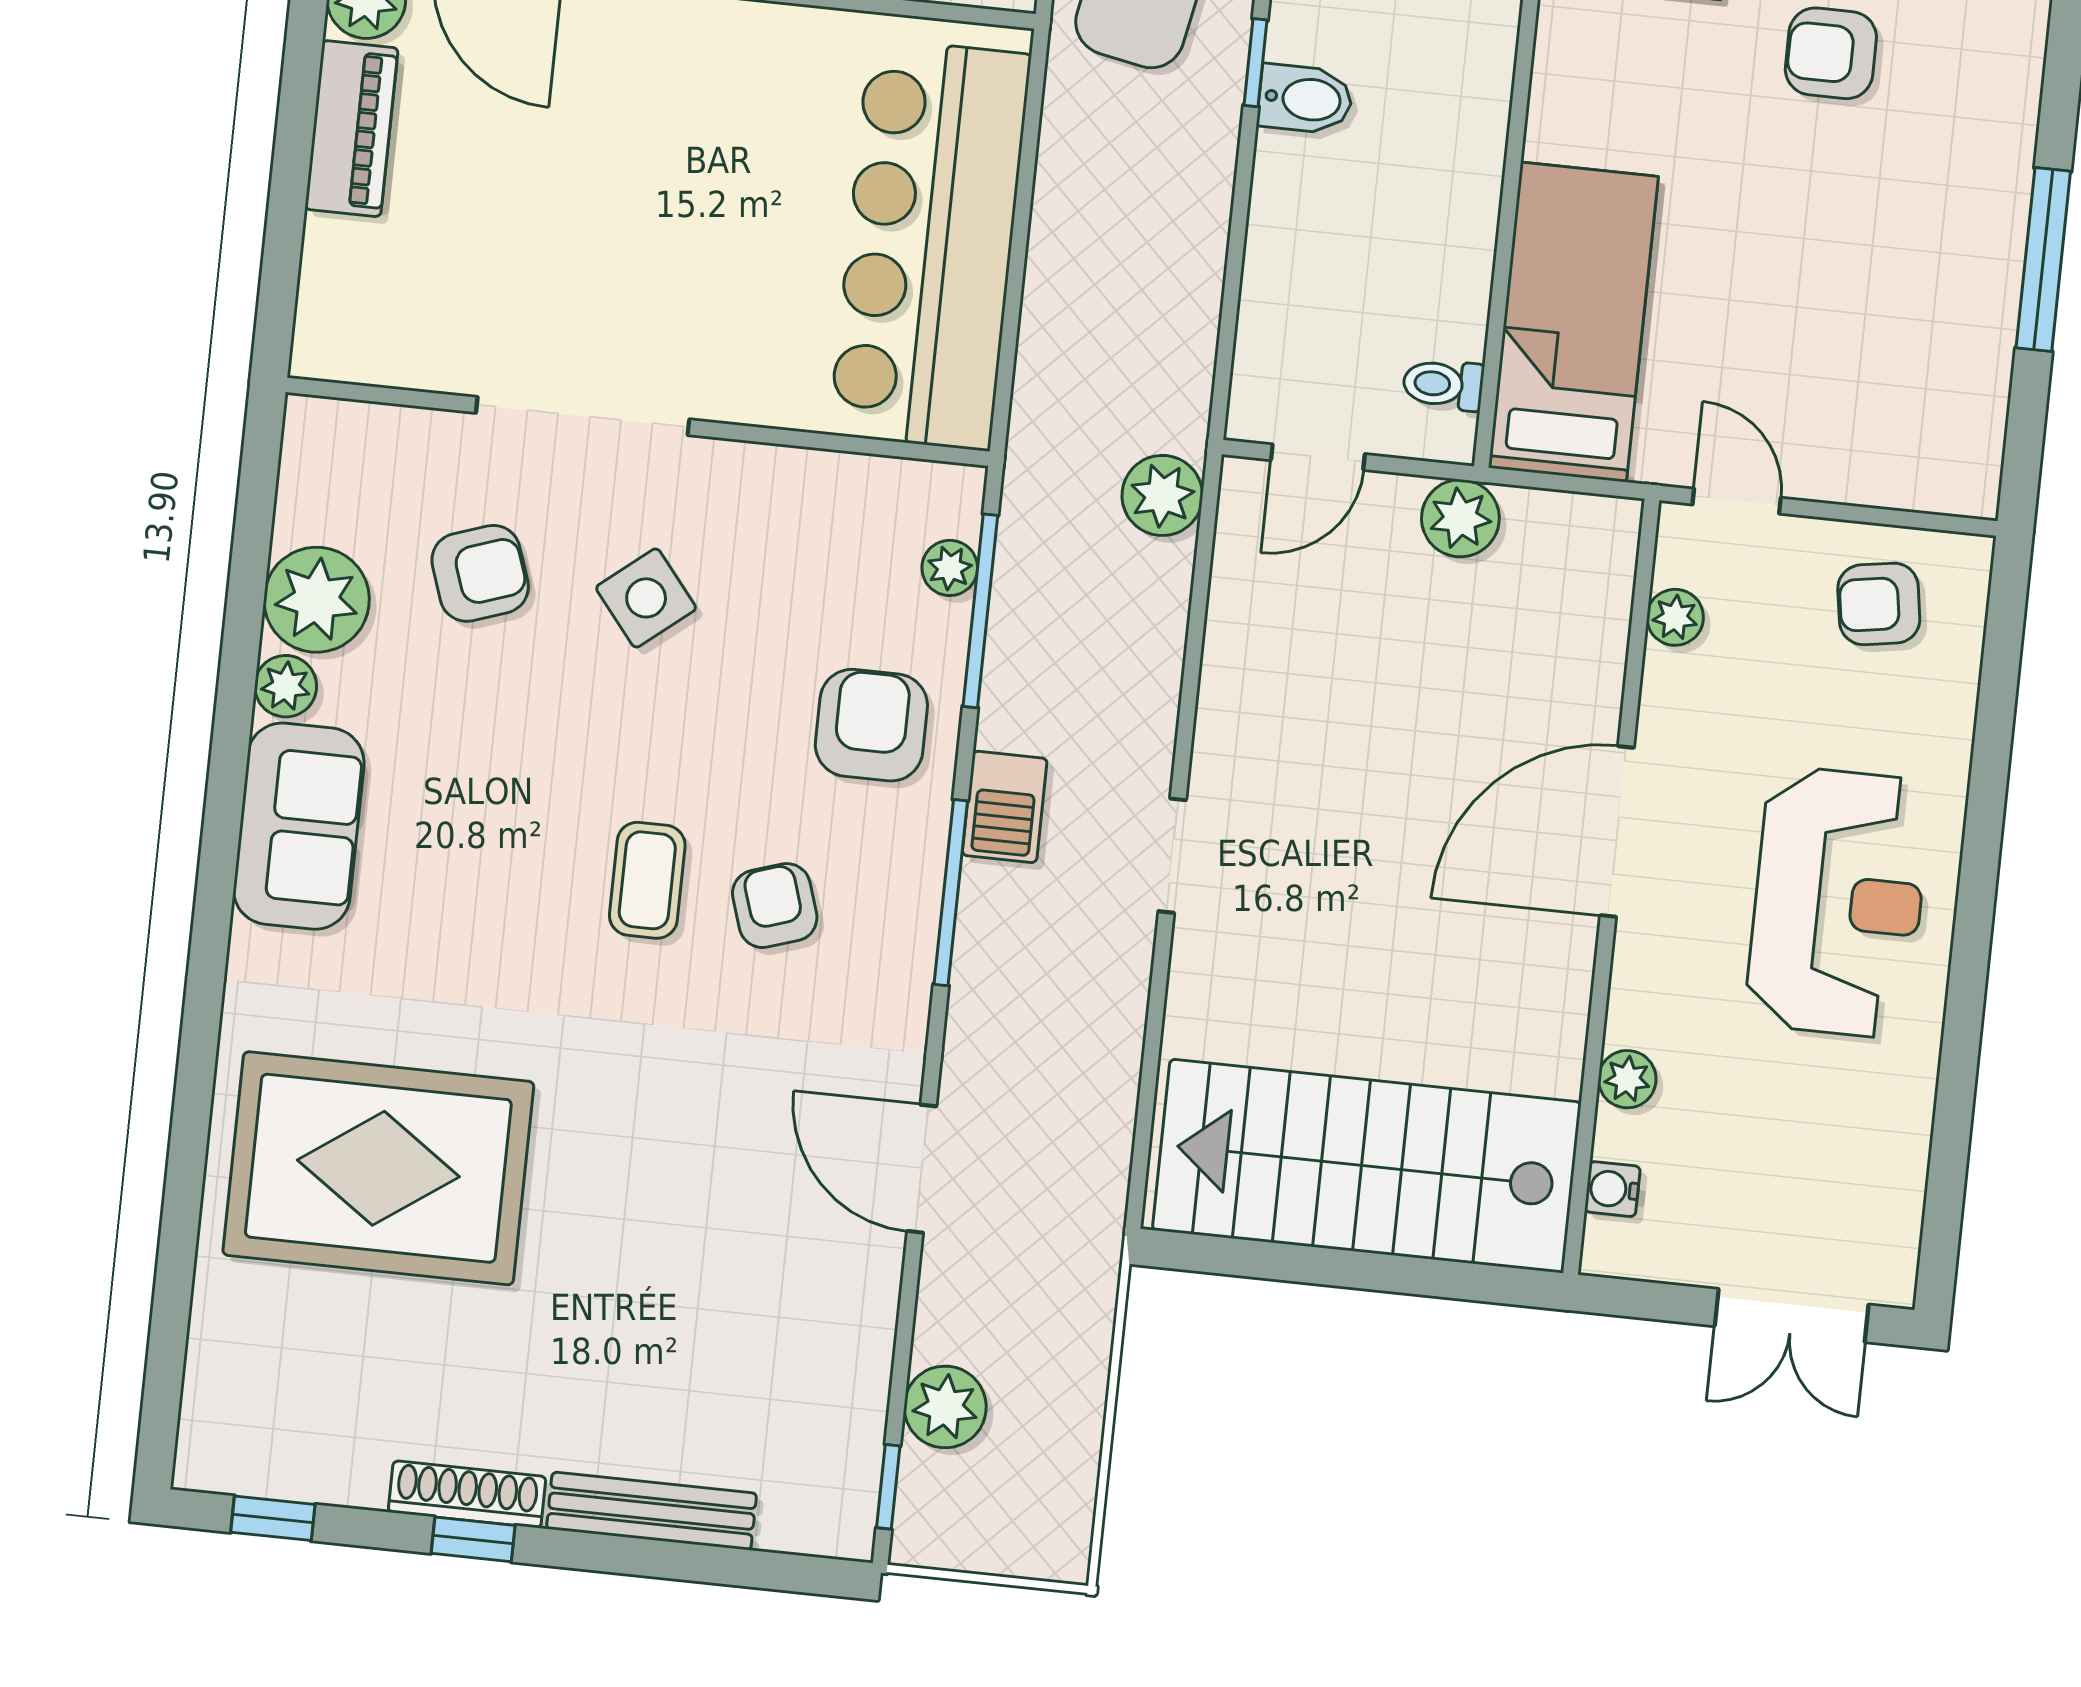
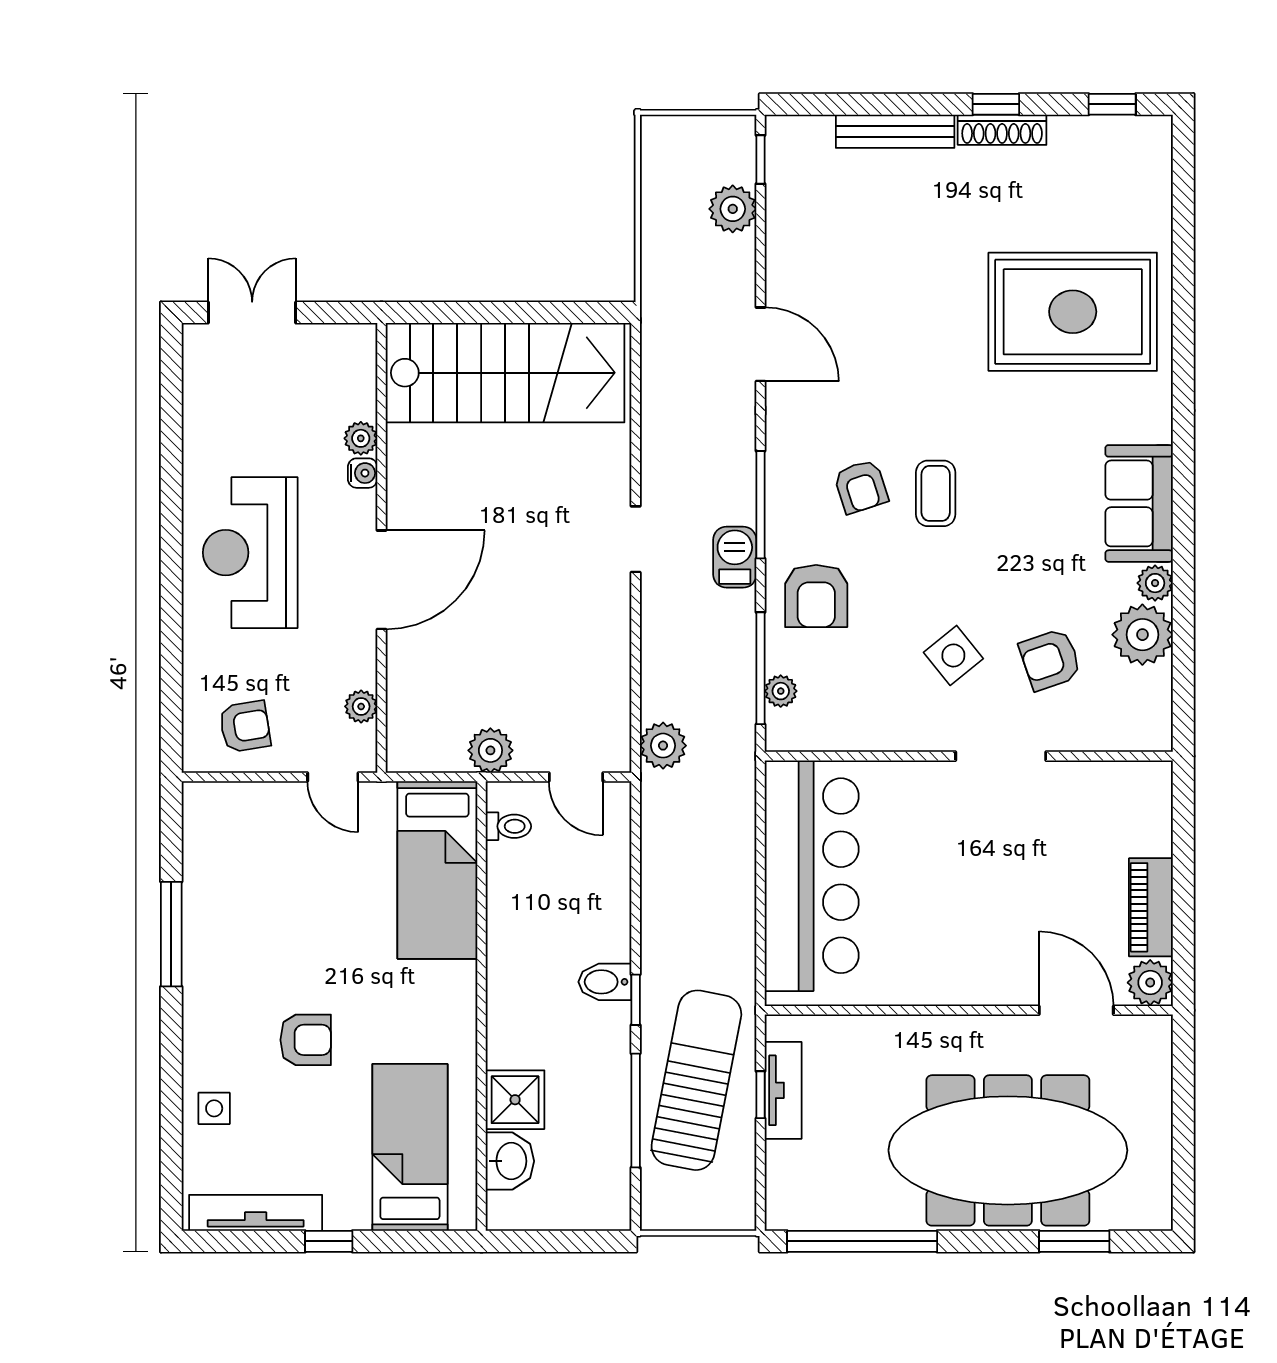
doorway: (583, 416) -> (1001, 756), width x0.73
door: (1318, 457) -> (576, 777), swing flipped
water cooler: (1612, 1189) -> (363, 473), moved

